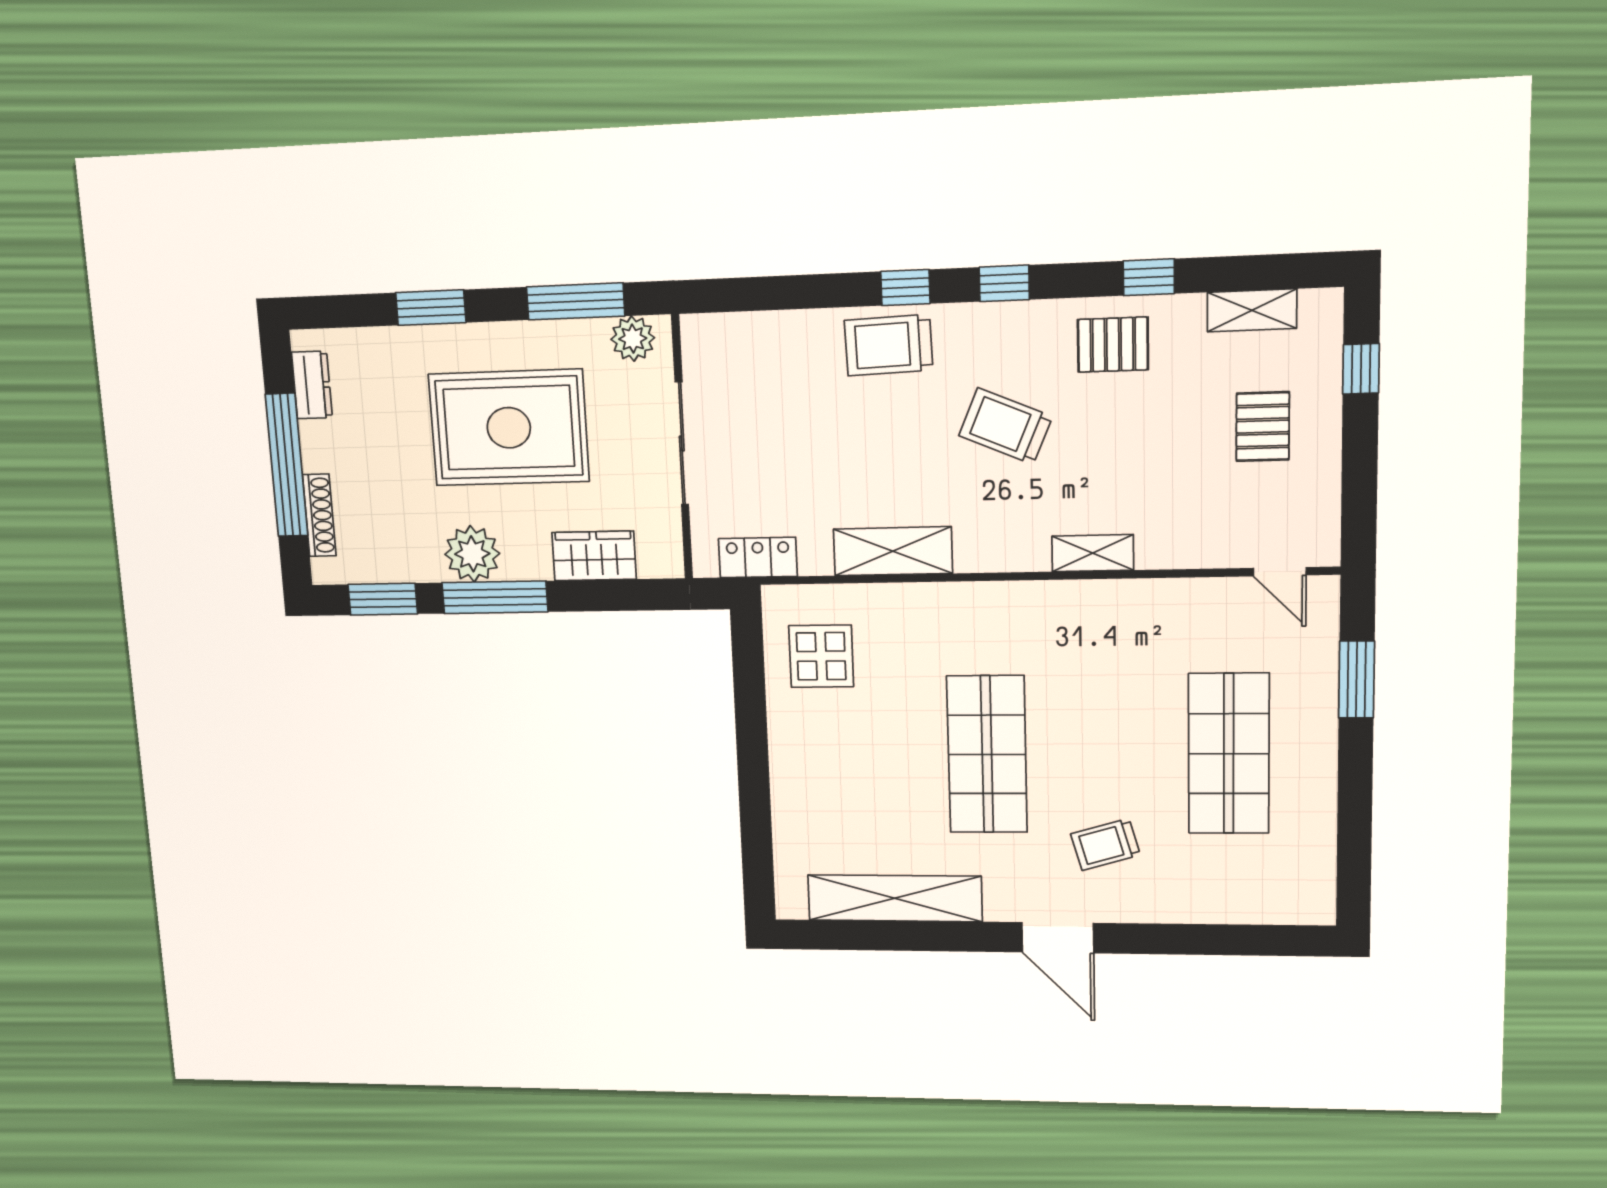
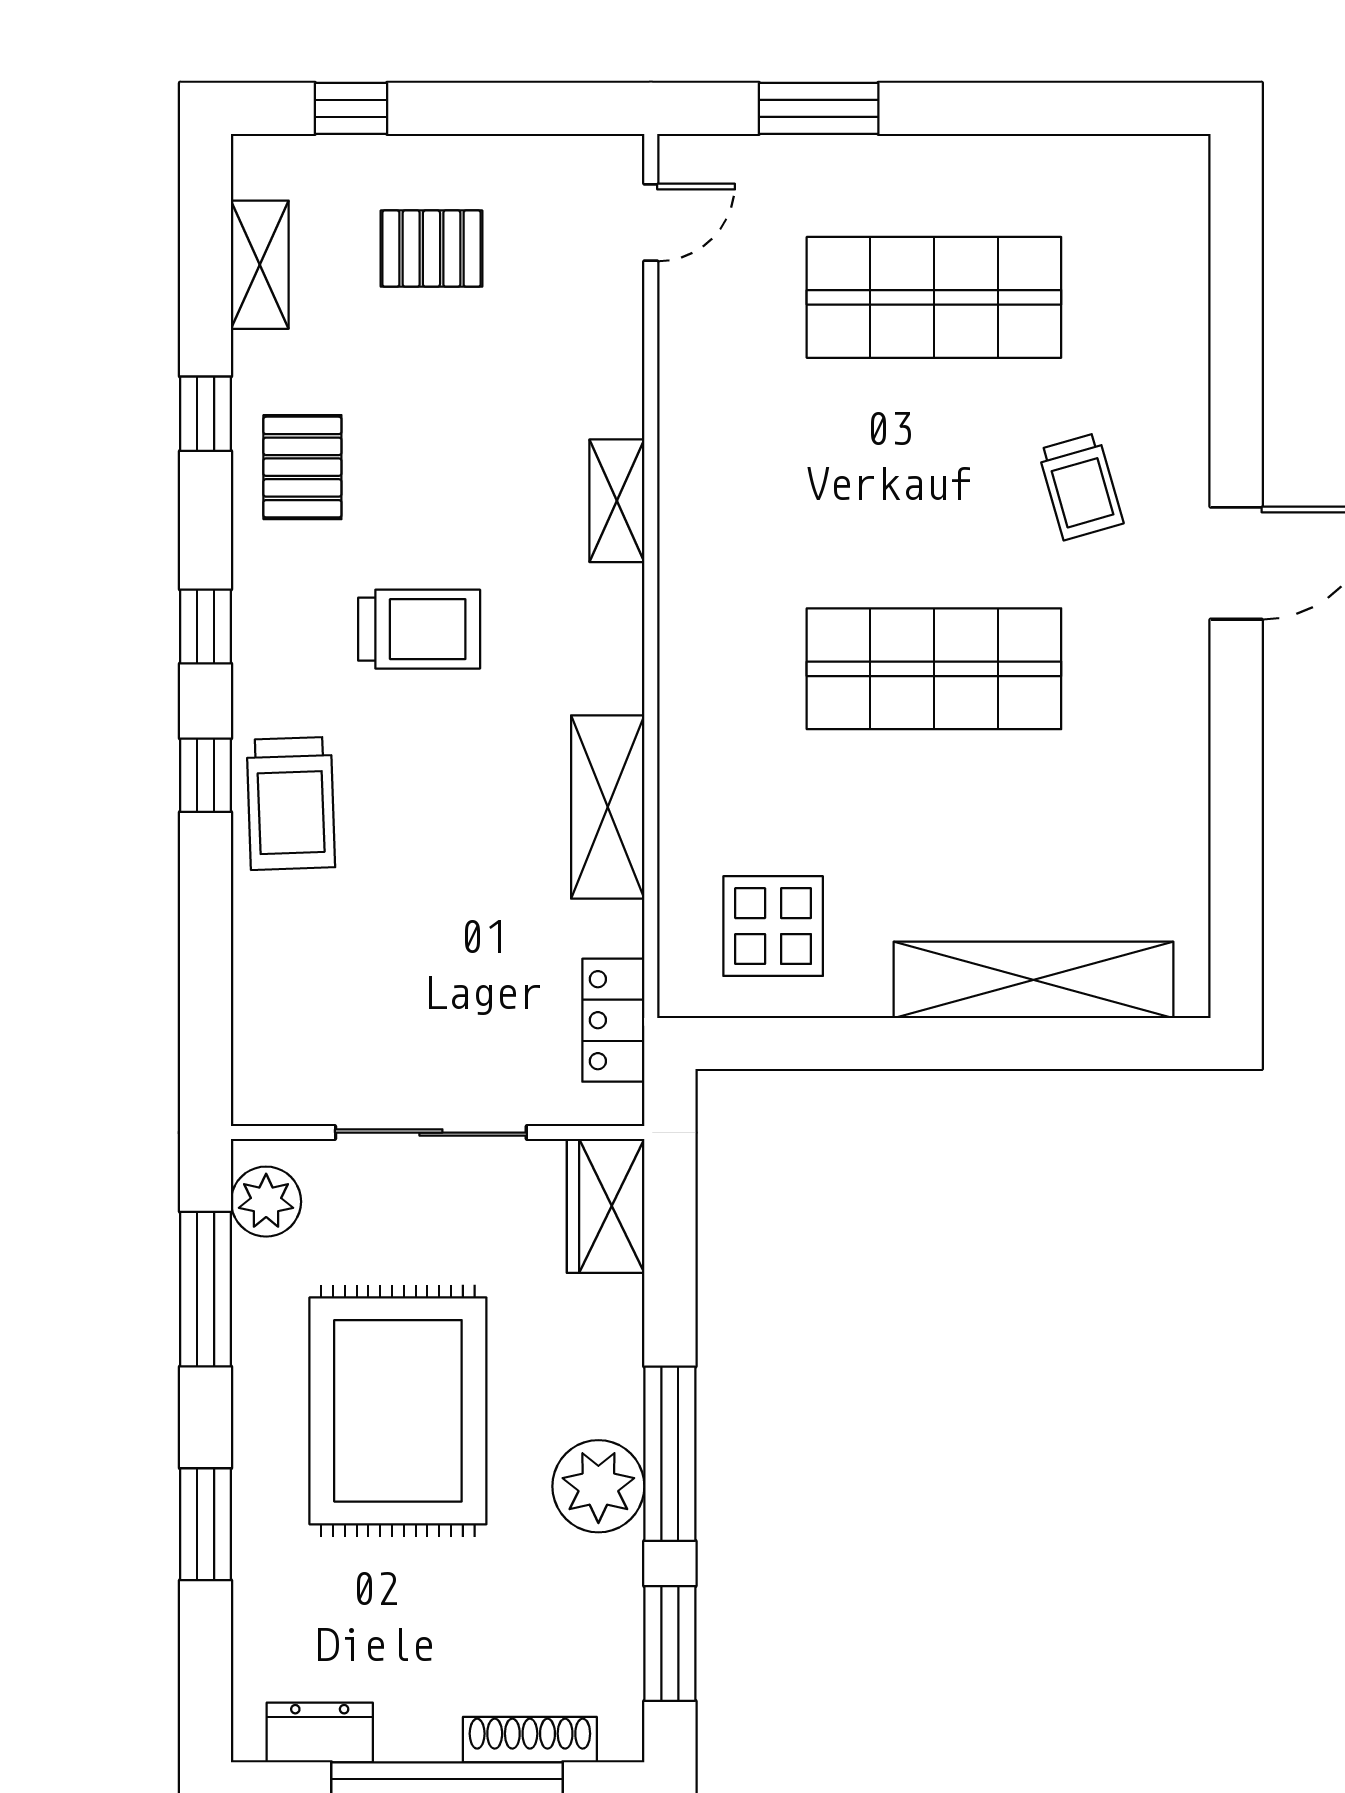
trolley: (1006, 426) -> (419, 629), turned -113
wardrobe: (594, 556) -> (606, 1206), moved
shelving: (895, 898) -> (1034, 980), moved, turned 90

